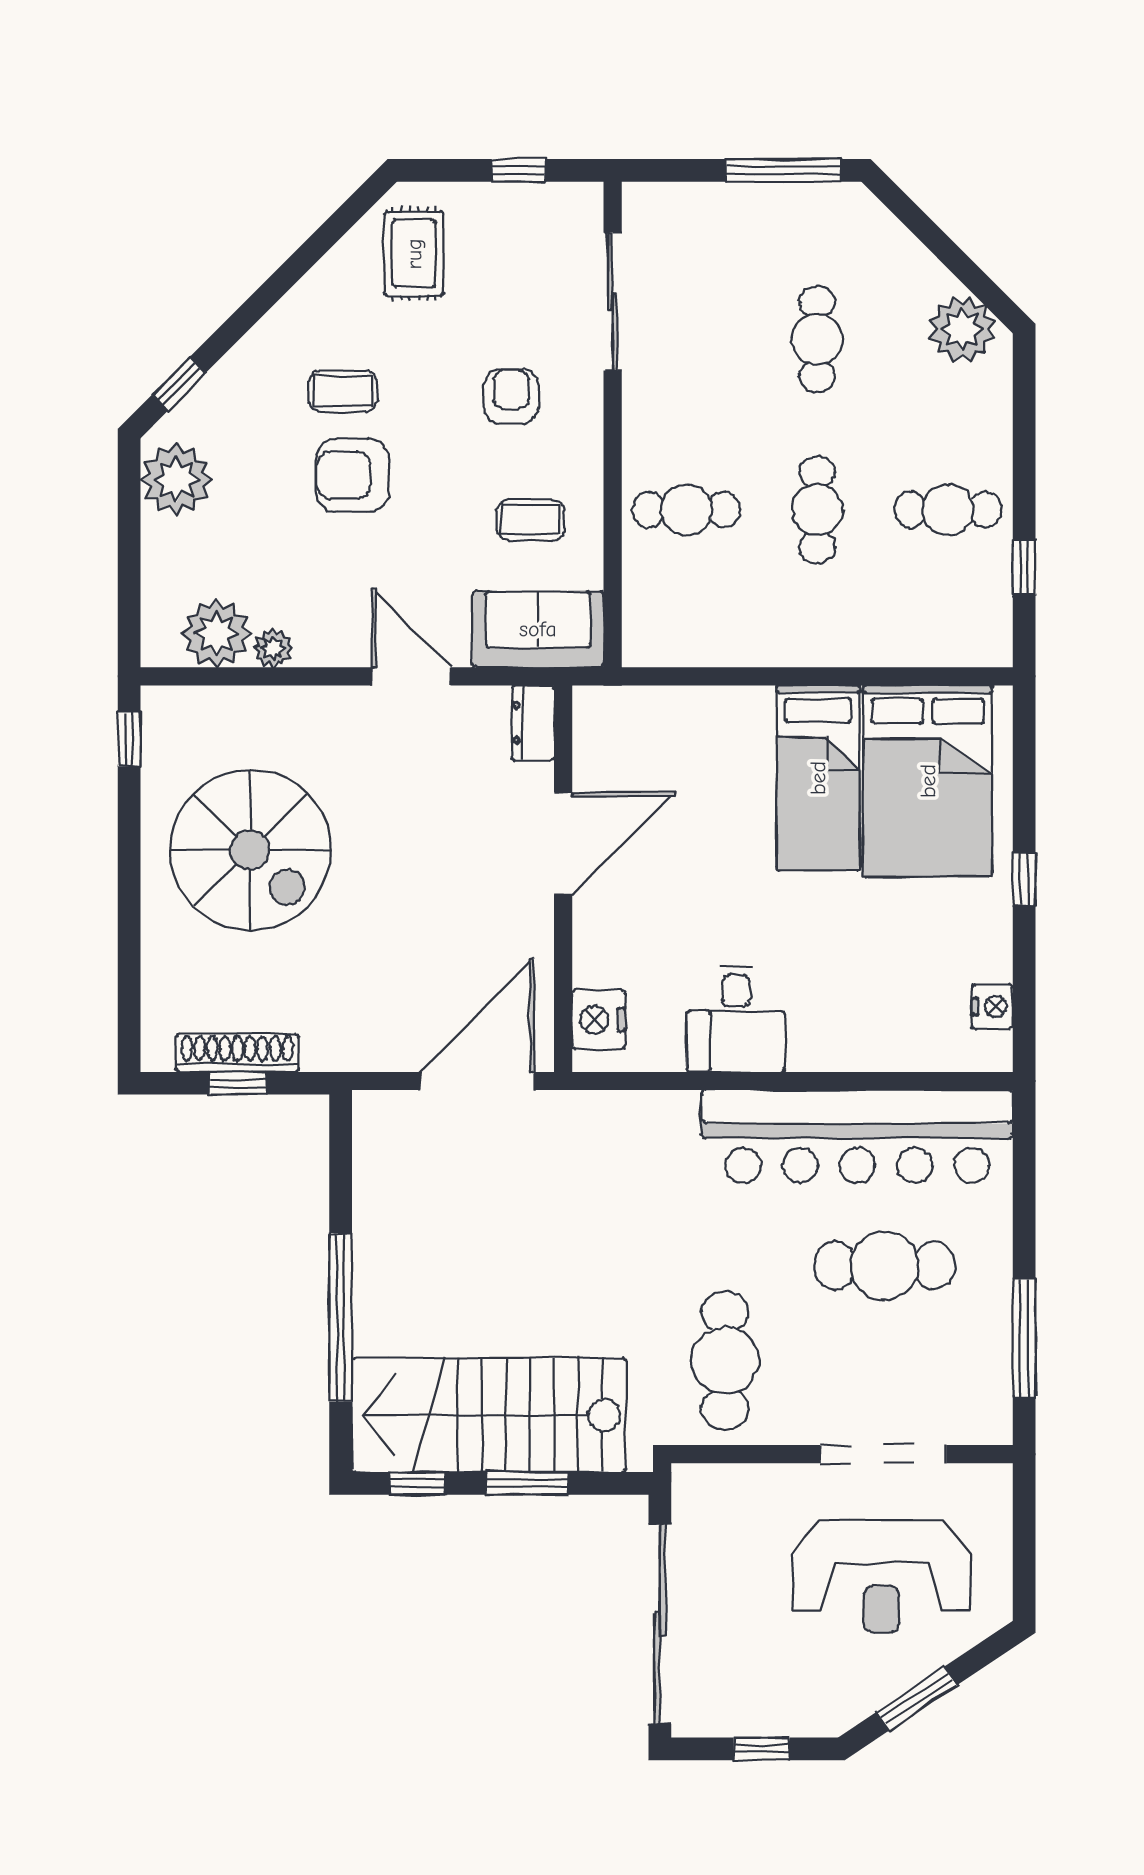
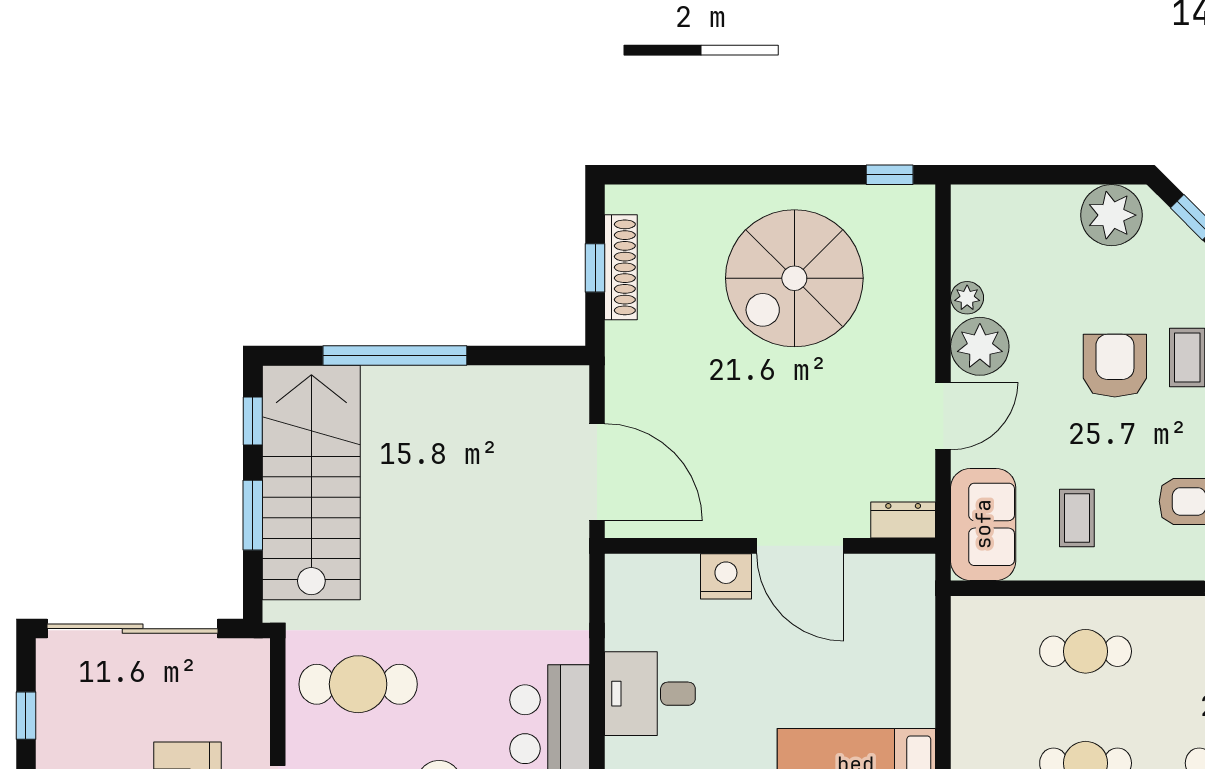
cafe table: (686, 510) -> (1086, 651), turned 90
plant: (216, 633) -> (980, 346), moved
nightstand: (599, 1020) -> (726, 576), moved

